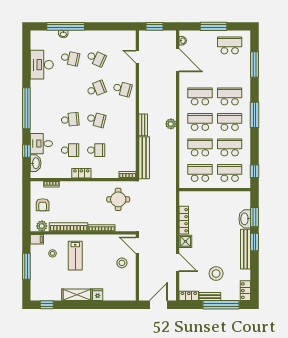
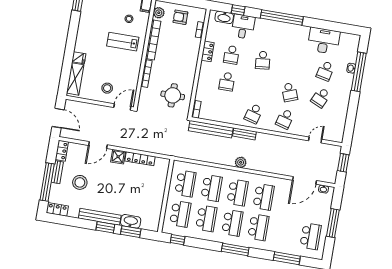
school desk: (96, 120) -> (254, 114), moved
locker: (81, 173) -> (208, 51), moved
shelving: (77, 295) -> (75, 79), moved

